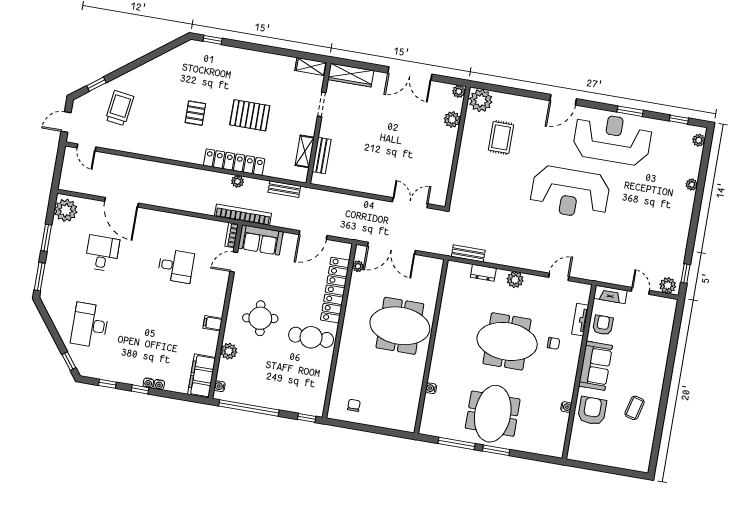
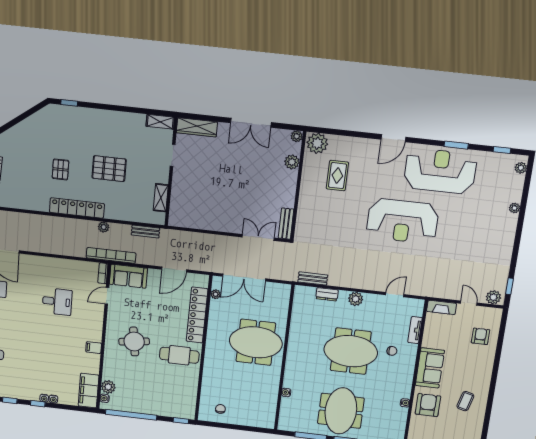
bench: (322, 155) -> (286, 224), moved
locker: (234, 162) -> (77, 208), moved
armchair: (603, 325) -> (480, 336), moved
plant: (229, 351) -> (108, 387), moved

